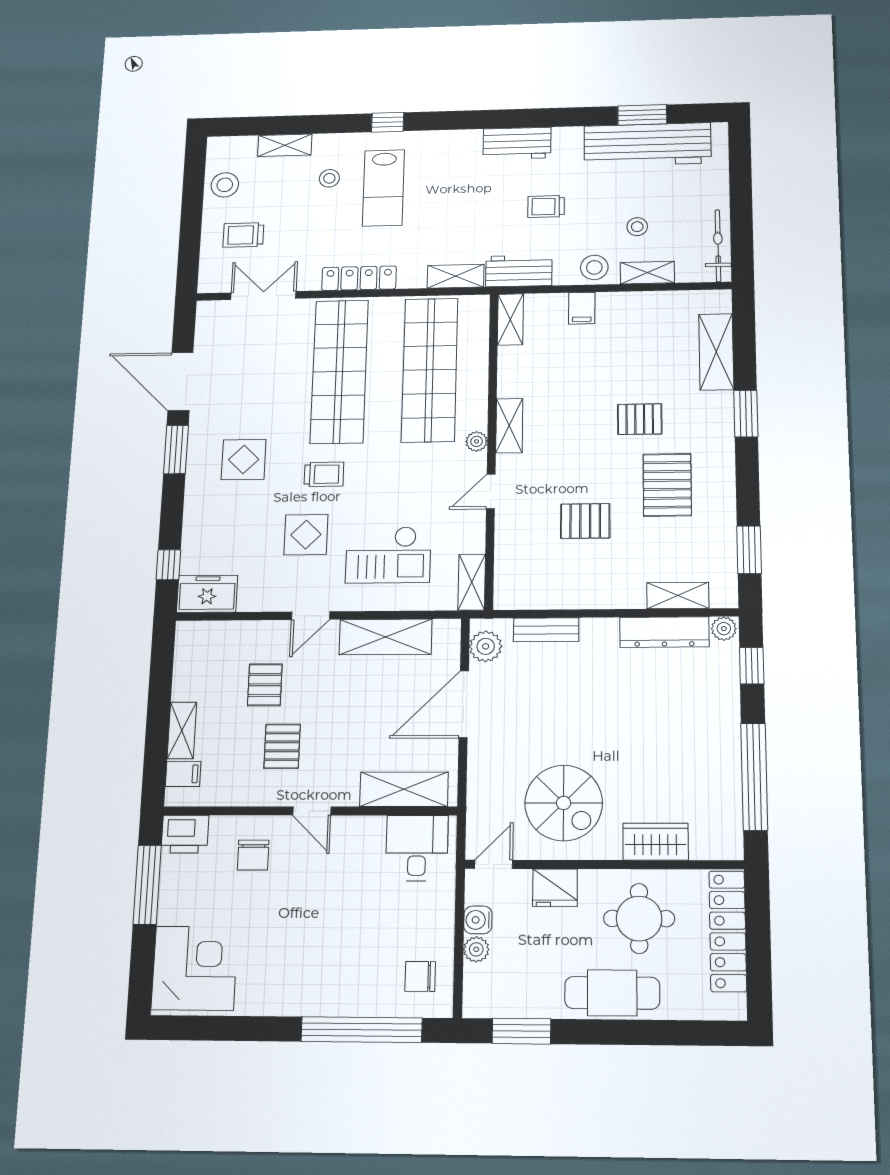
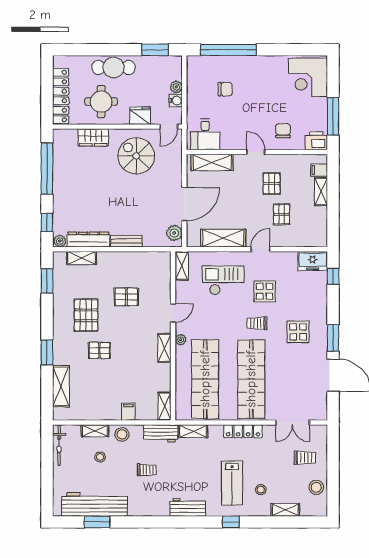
workbench: (517, 143) -> (188, 507), moved
lab bench: (383, 188) -> (232, 483), turned 180
bench: (546, 630) -> (126, 241), moved
chair: (420, 976) -> (225, 89), moved

